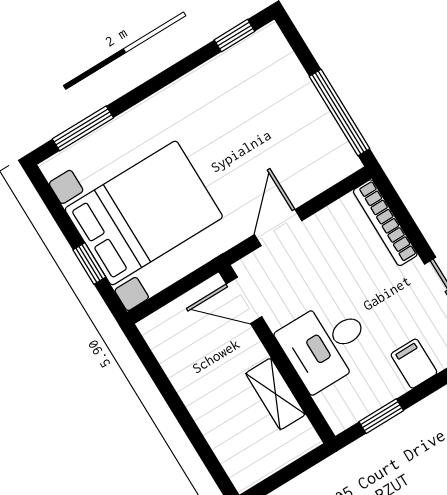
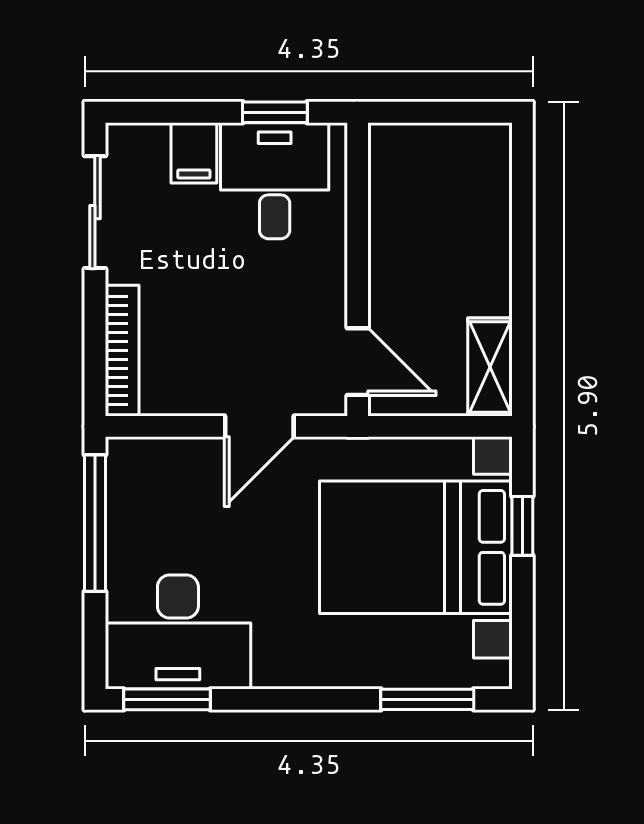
window: (235, 36) -> (167, 699), width x1.50
desk: (252, 79) -> (178, 632), added
desk: (326, 344) -> (275, 181), moved, turned -90
shelving: (275, 394) -> (490, 367), moved

